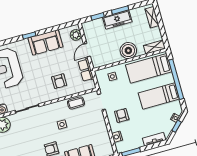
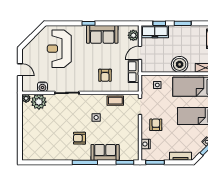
freezer: (117, 20) -> (155, 32), moved

